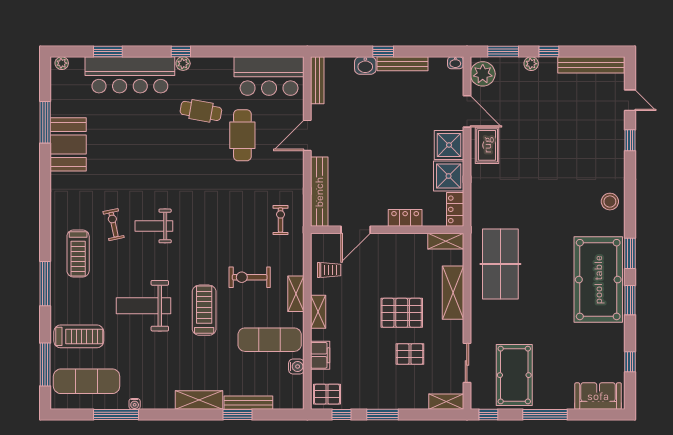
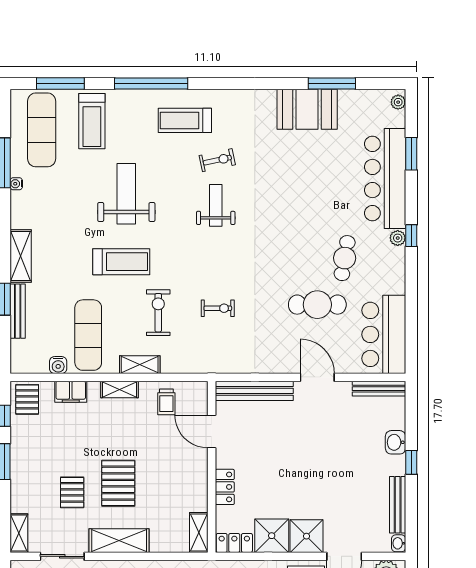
bench: (403, 64) -> (398, 505), moved
exercise bike: (281, 220) -> (218, 308), moved
window: (45, 284) -> (151, 84), width x1.46
shelving: (453, 293) -> (119, 541), moved

